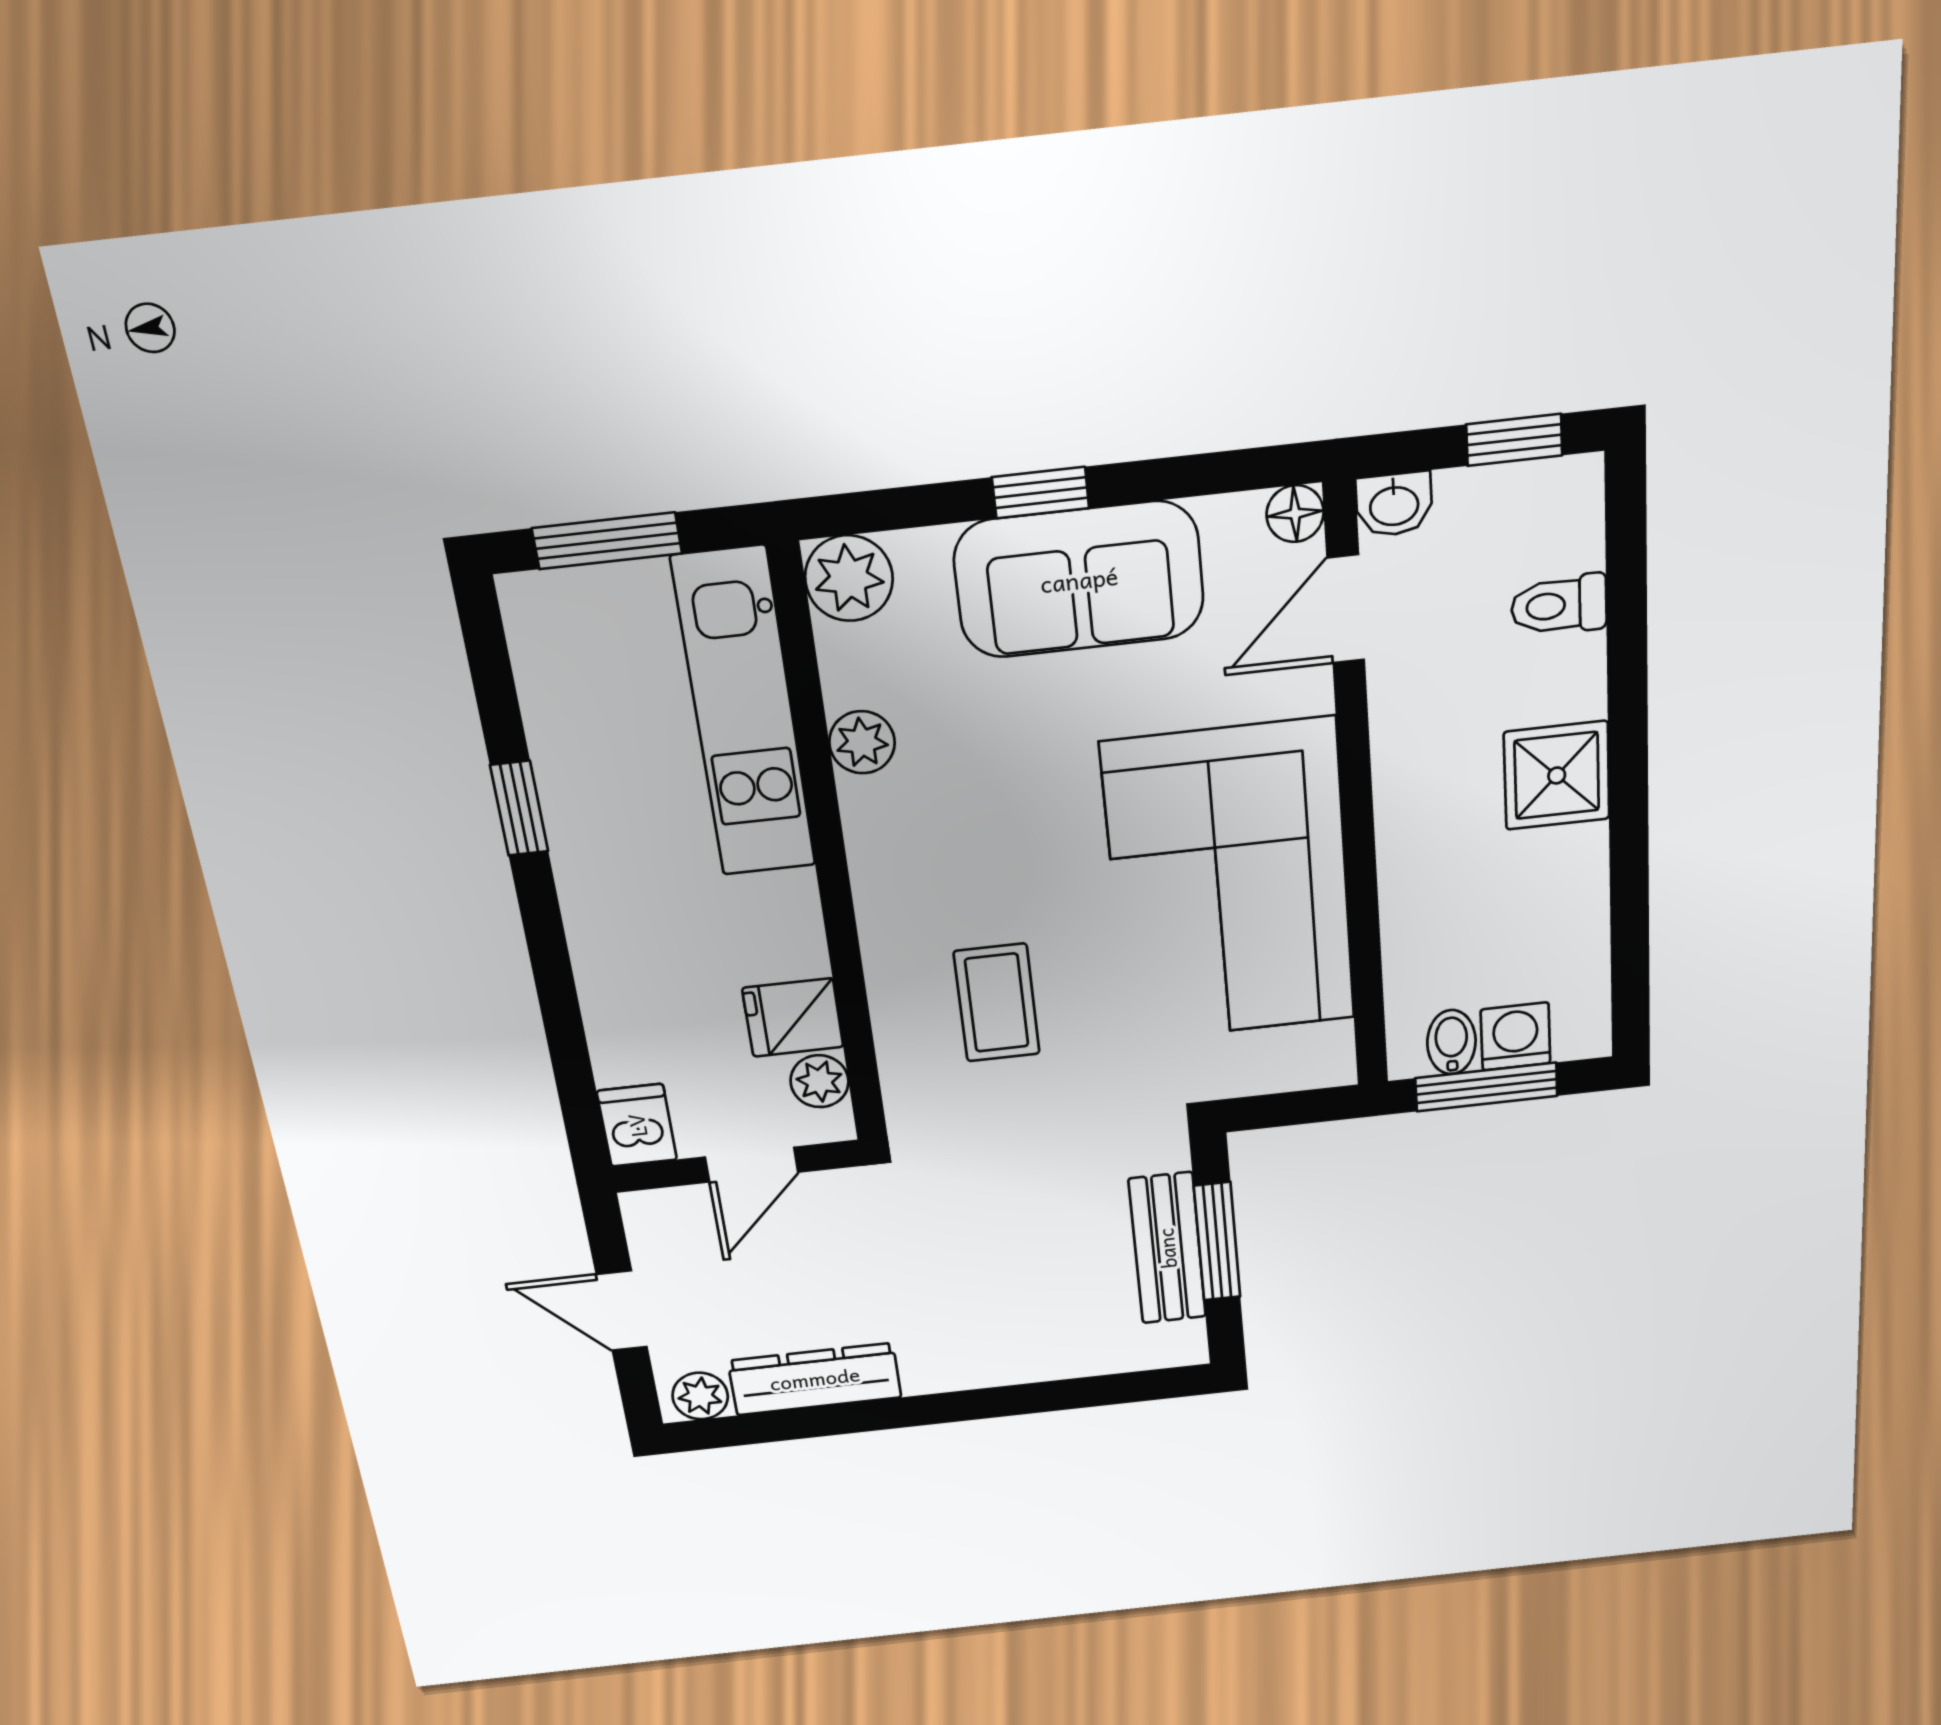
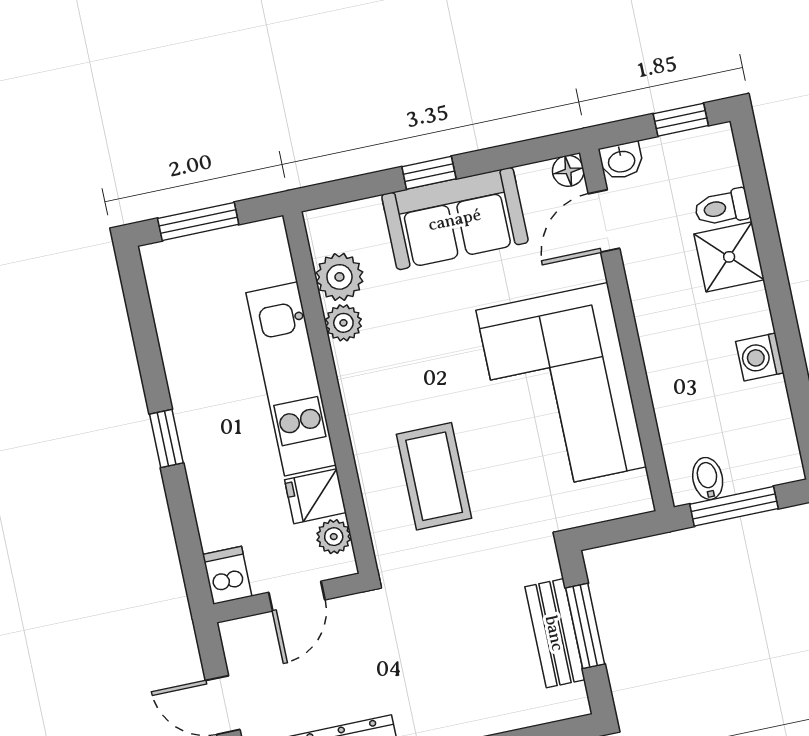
plant: (849, 578) -> (339, 277), moved
kitchen unit: (744, 714) -> (291, 379), moved
shower: (1557, 775) -> (729, 257), moved
window: (519, 808) -> (166, 438), moved
coffee table: (997, 1003) -> (434, 476), width x1.36, depth x1.30
washing machine: (1515, 1036) -> (760, 357), moved, turned -90

